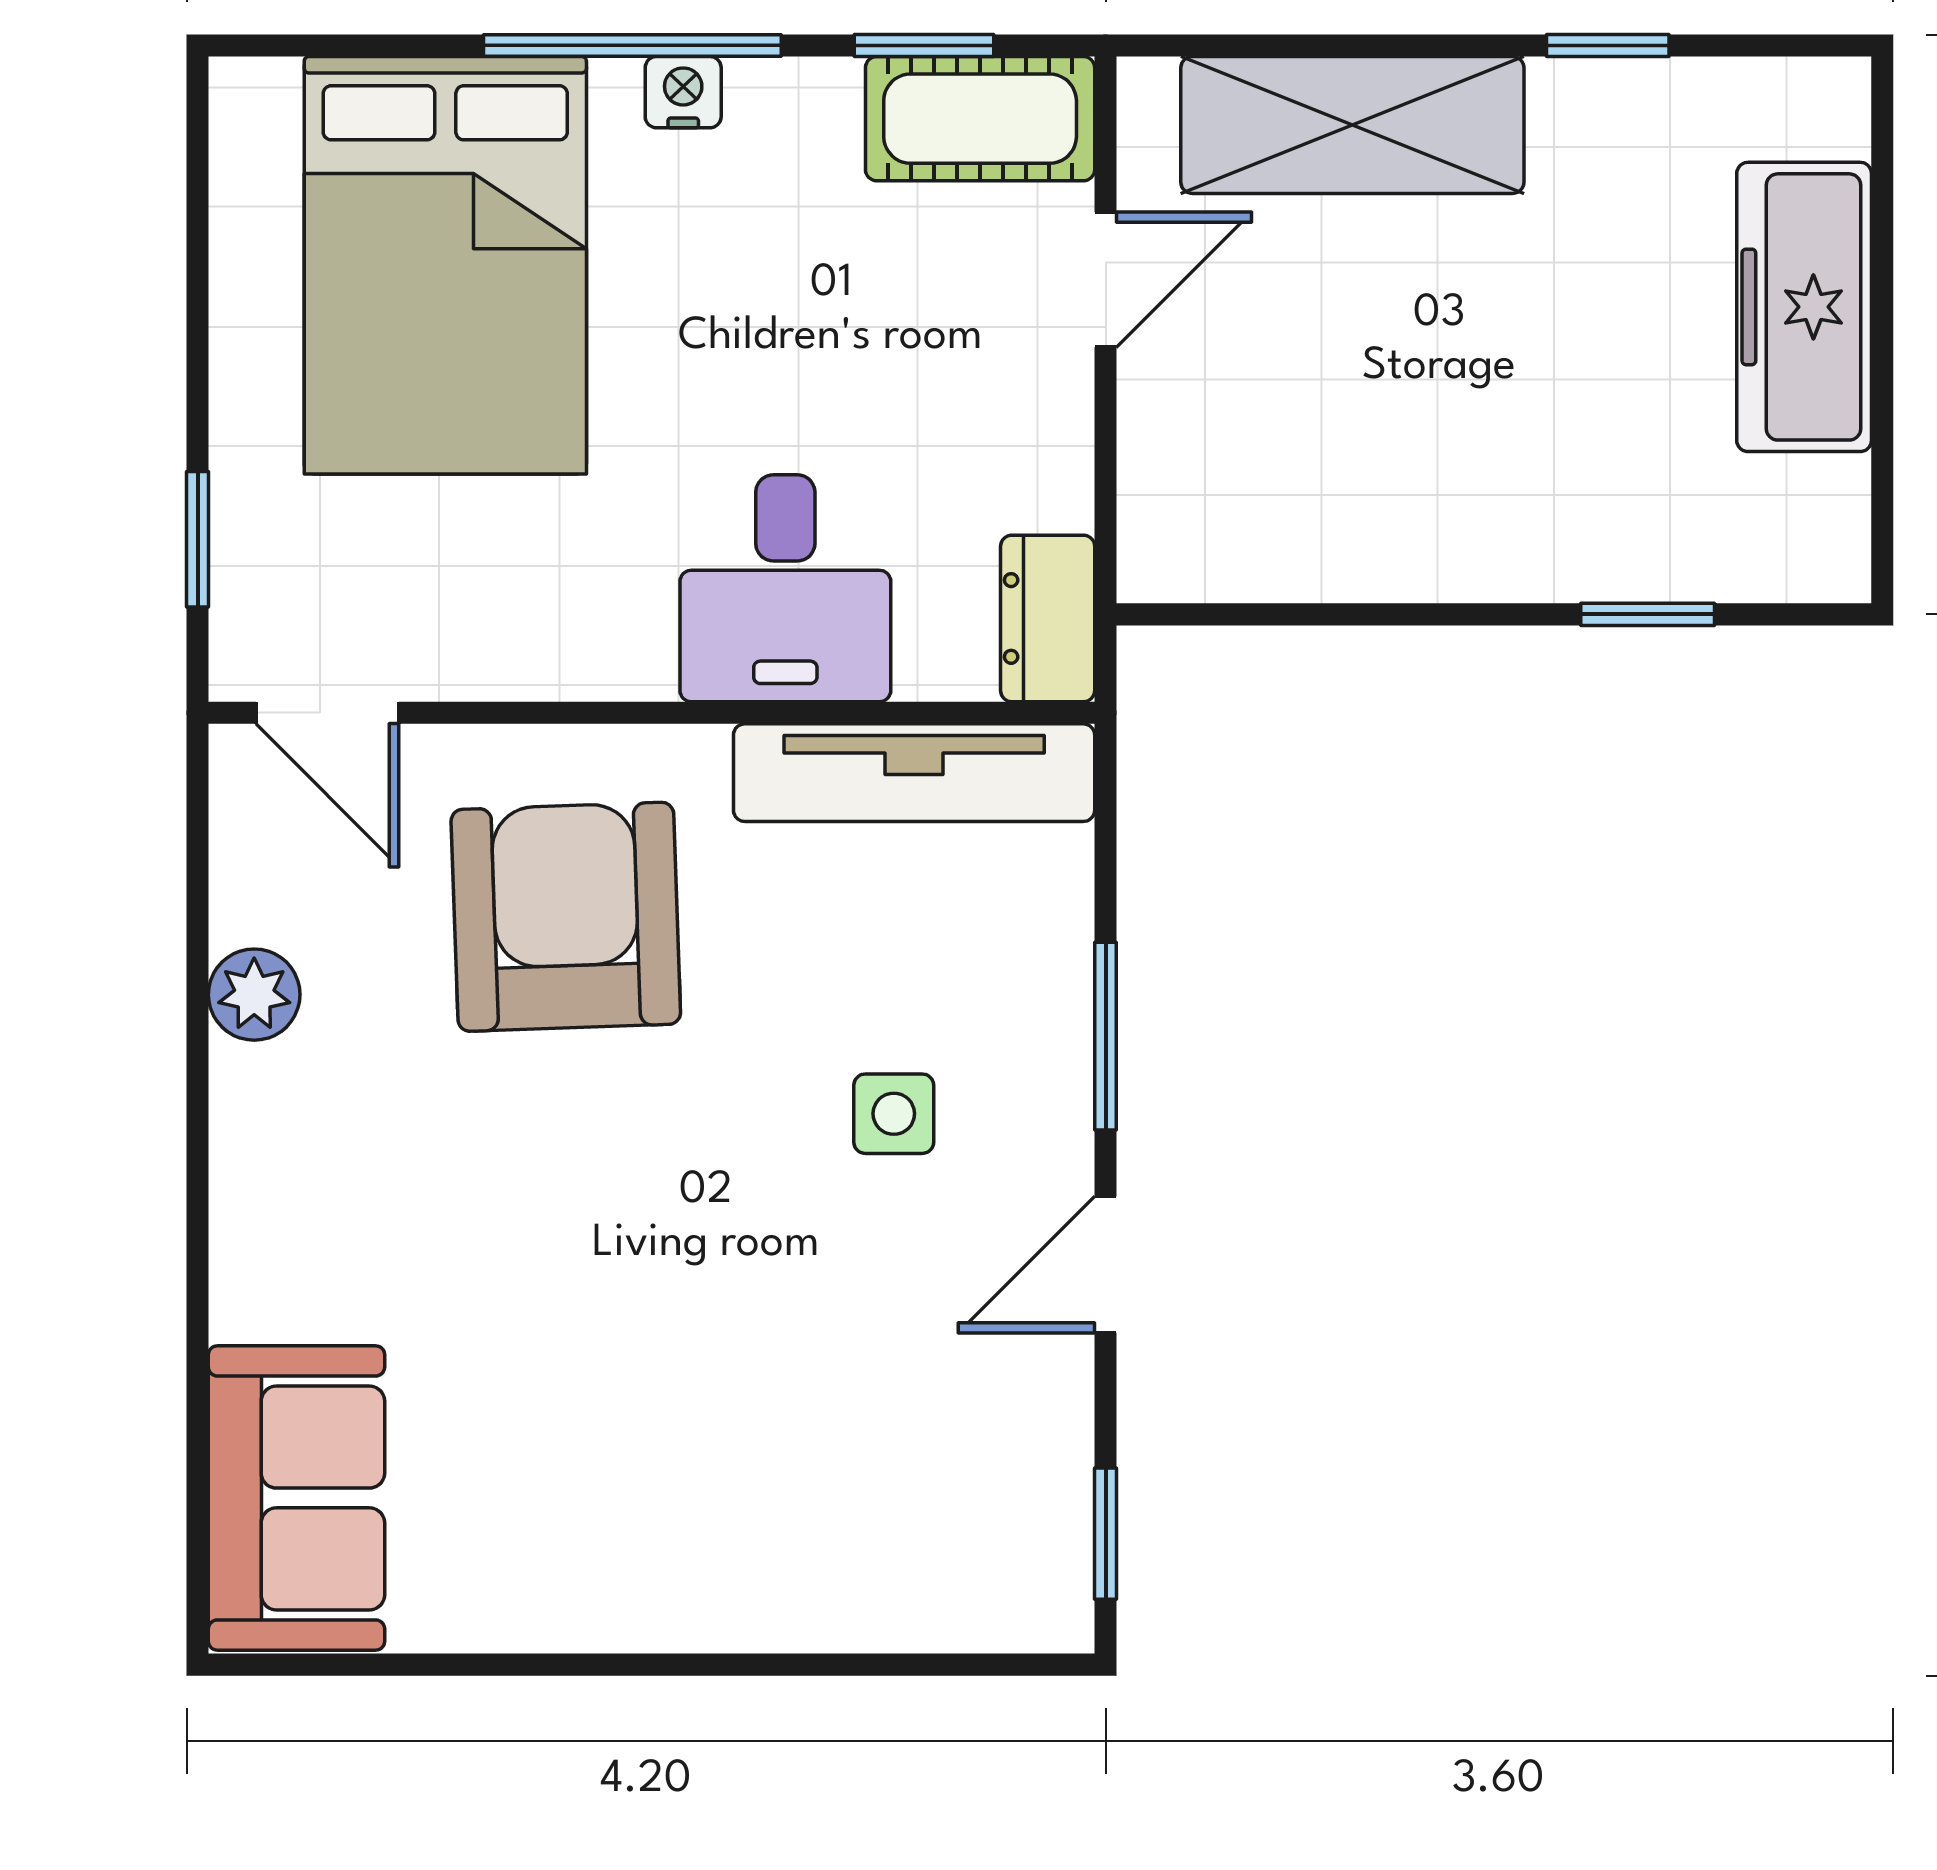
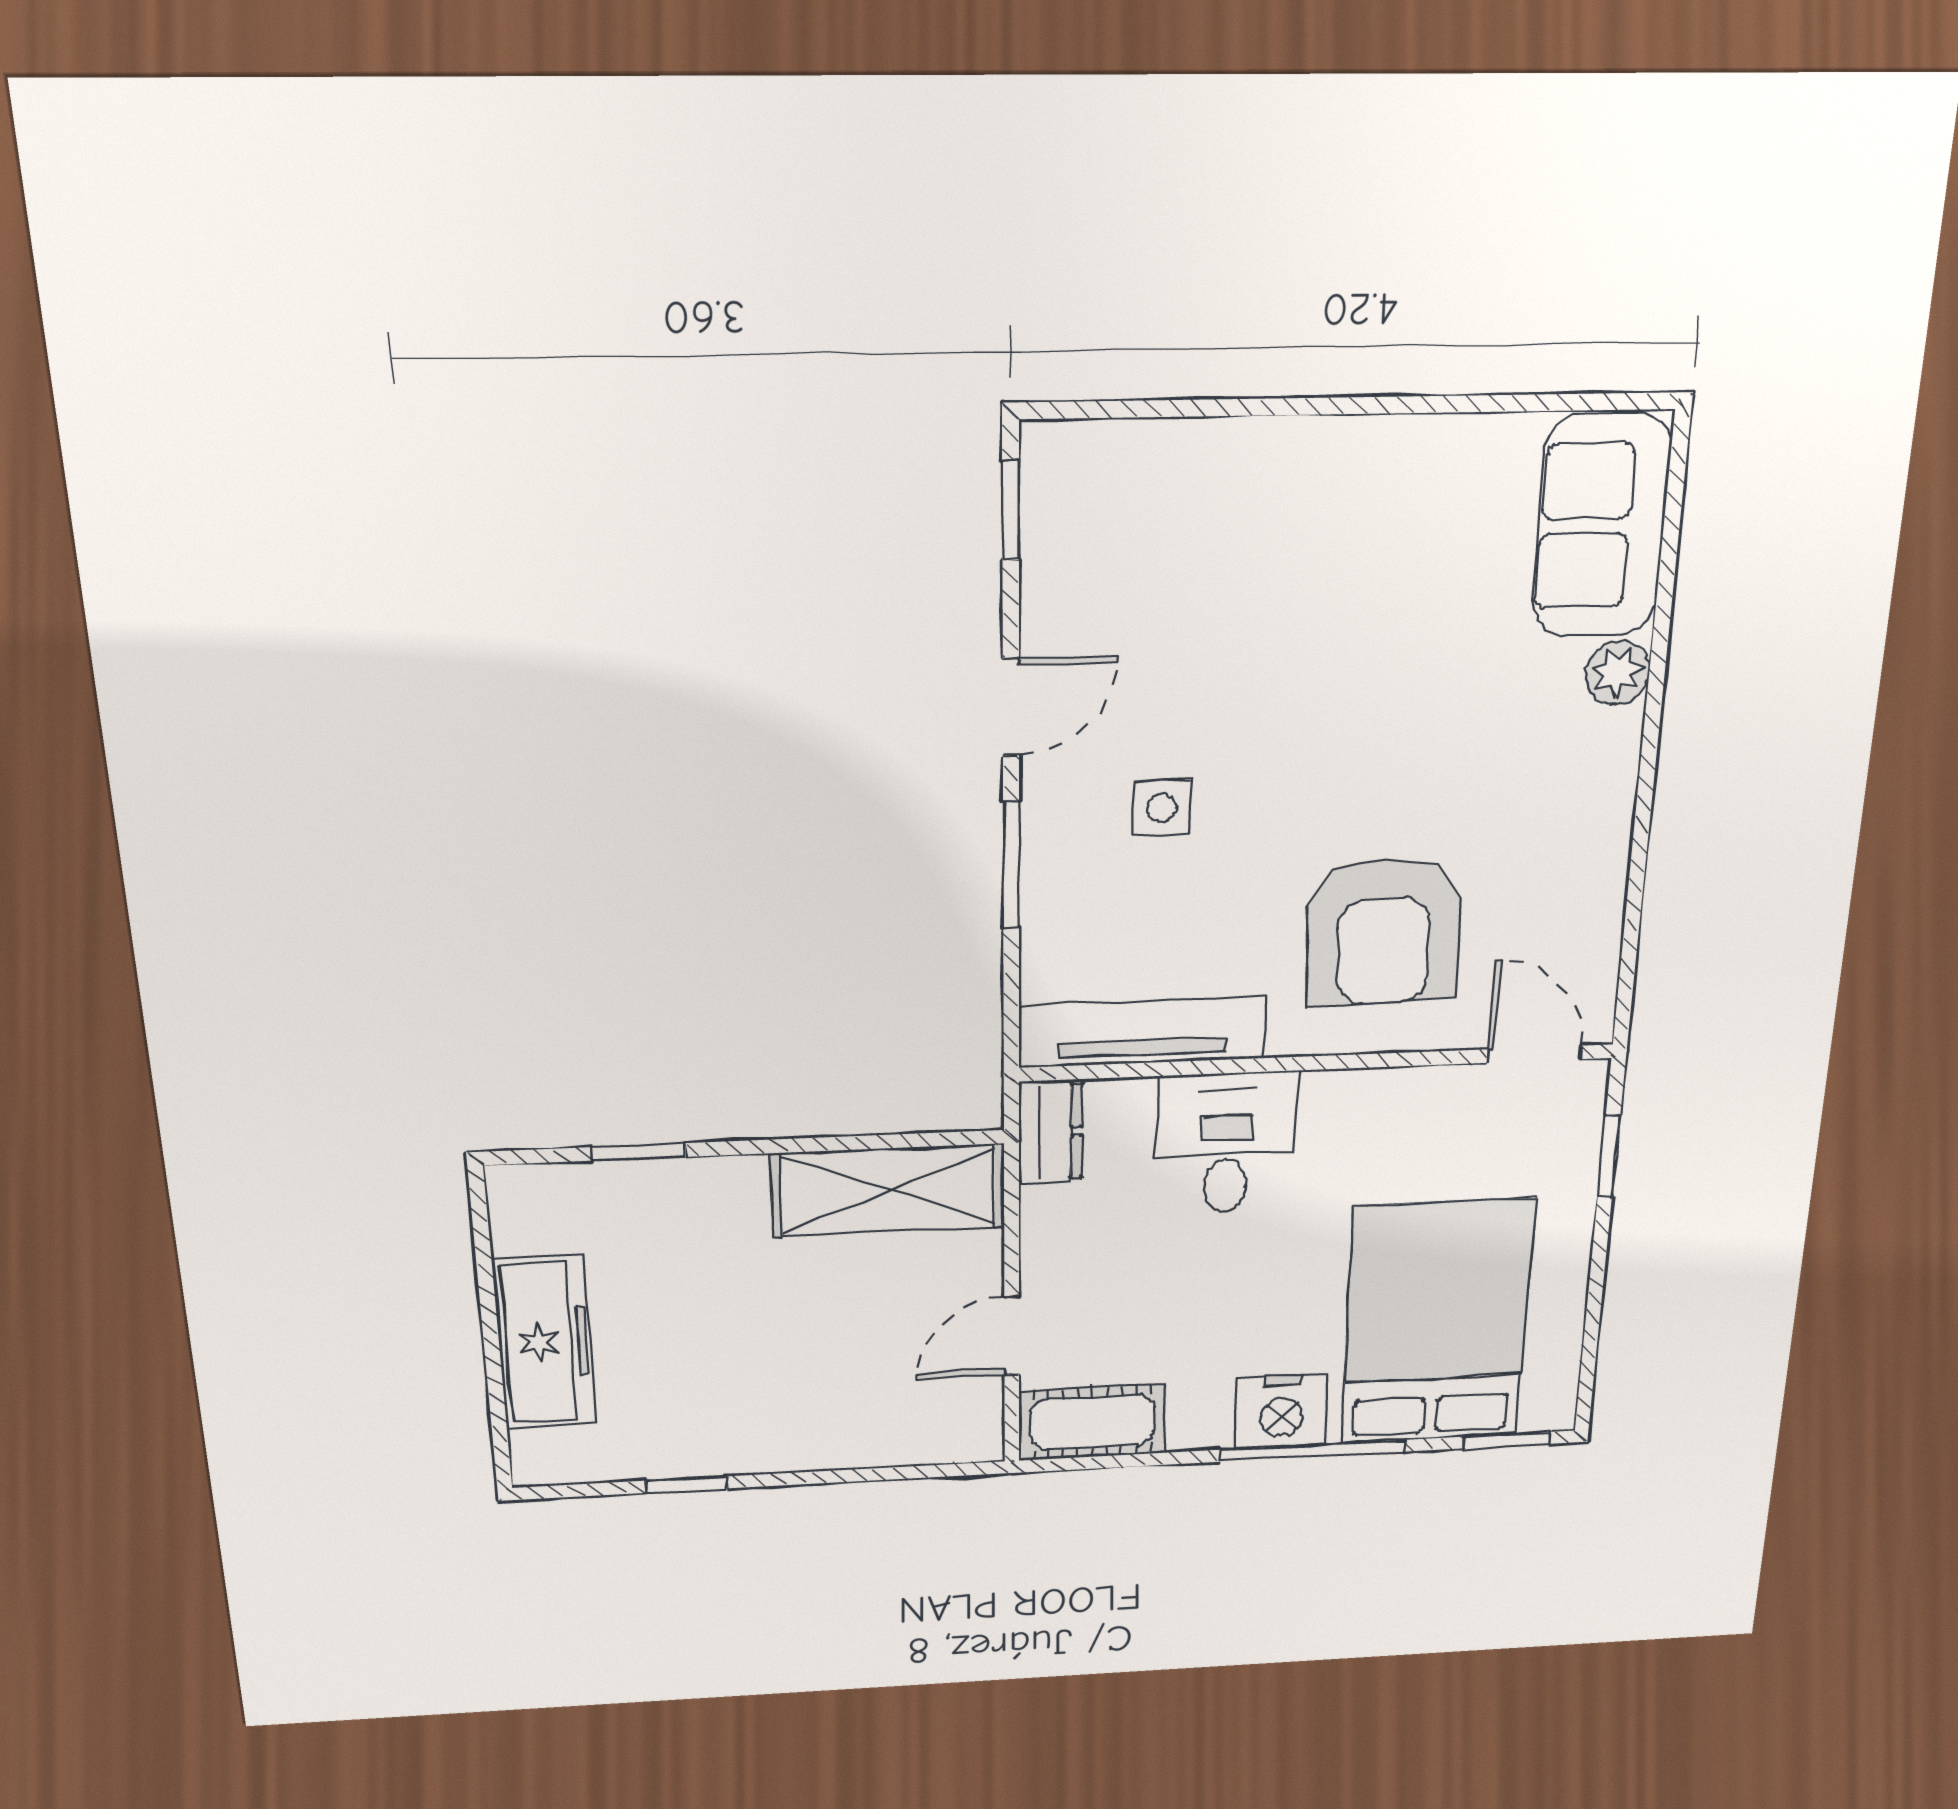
window: (924, 45) -> (1507, 1440), moved
nightstand: (683, 92) -> (1282, 1411), width x1.89, depth x1.79
shelving: (1352, 125) -> (888, 1190), moved
plant: (254, 995) -> (1618, 673), moved

